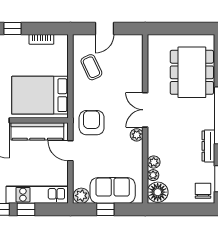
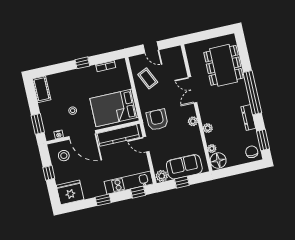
door: (104, 29) -> (151, 47), hinge flipped
double door: (145, 110) -> (192, 90), moved
plant: (154, 162) -> (208, 128), moved
window: (26, 209) -> (138, 192), moved

